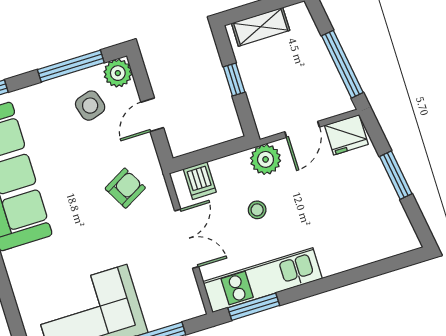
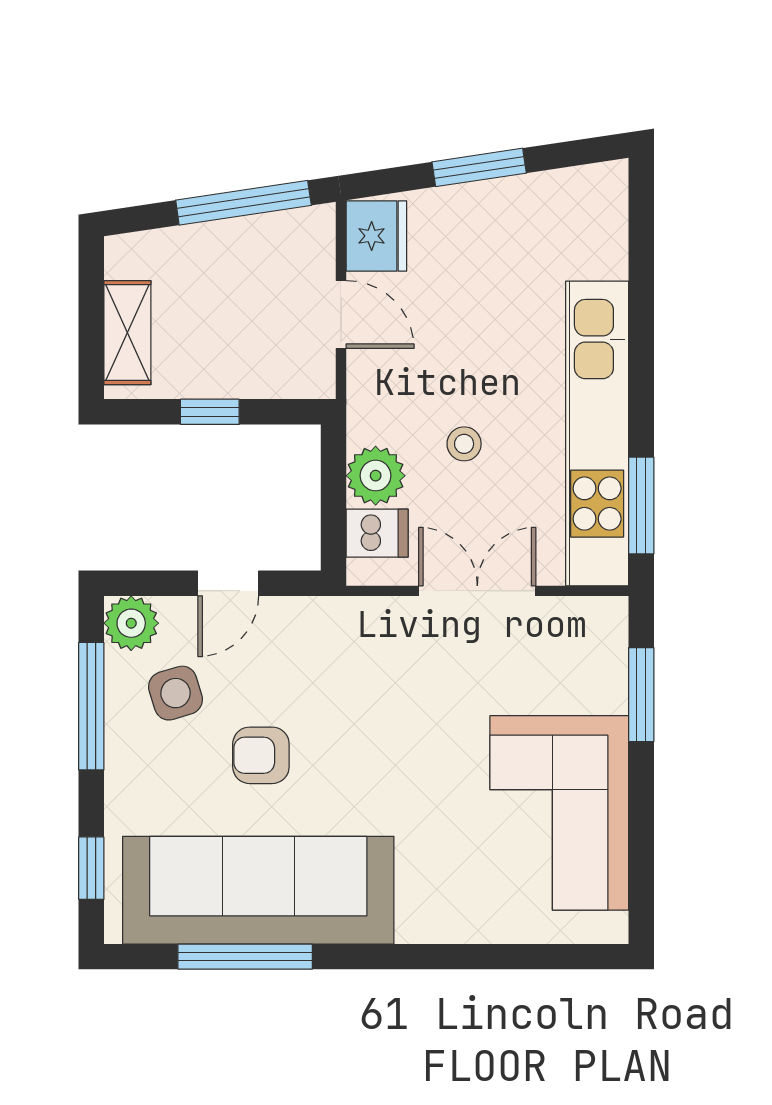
door: (152, 115) -> (228, 583), hinge flipped
plant: (266, 159) -> (376, 476), moved
armchair: (125, 188) -> (261, 755), moved, turned -61
kitchen unit: (263, 280) -> (597, 433), width x1.36

